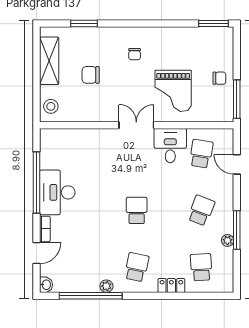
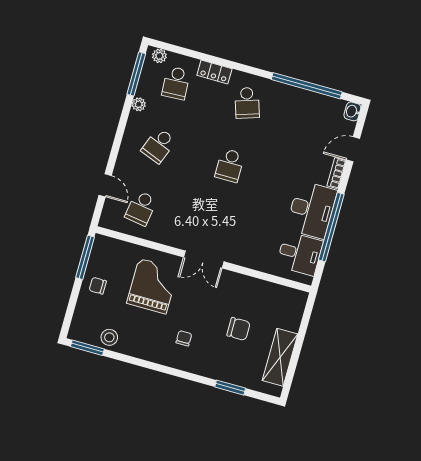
stool: (51, 106) -> (109, 337), moved
desk: (170, 146) -> (300, 254), moved, turned -90
window: (237, 230) -> (136, 74), moved
school desk: (137, 267) -> (247, 103), turned -30
plant: (106, 286) -> (159, 56), moved

